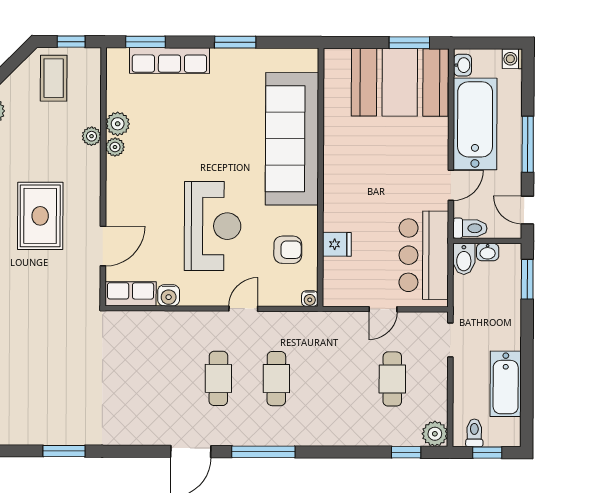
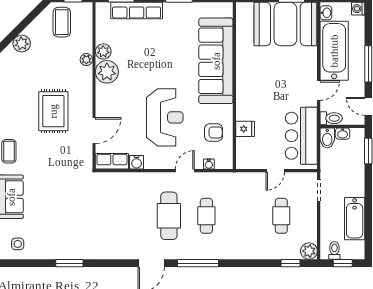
plant: (115, 147) -> (107, 72), width x1.88, depth x1.88
water cooler: (310, 299) -> (209, 164), moved
cafe table: (218, 378) -> (169, 216), width x1.37, depth x1.35

